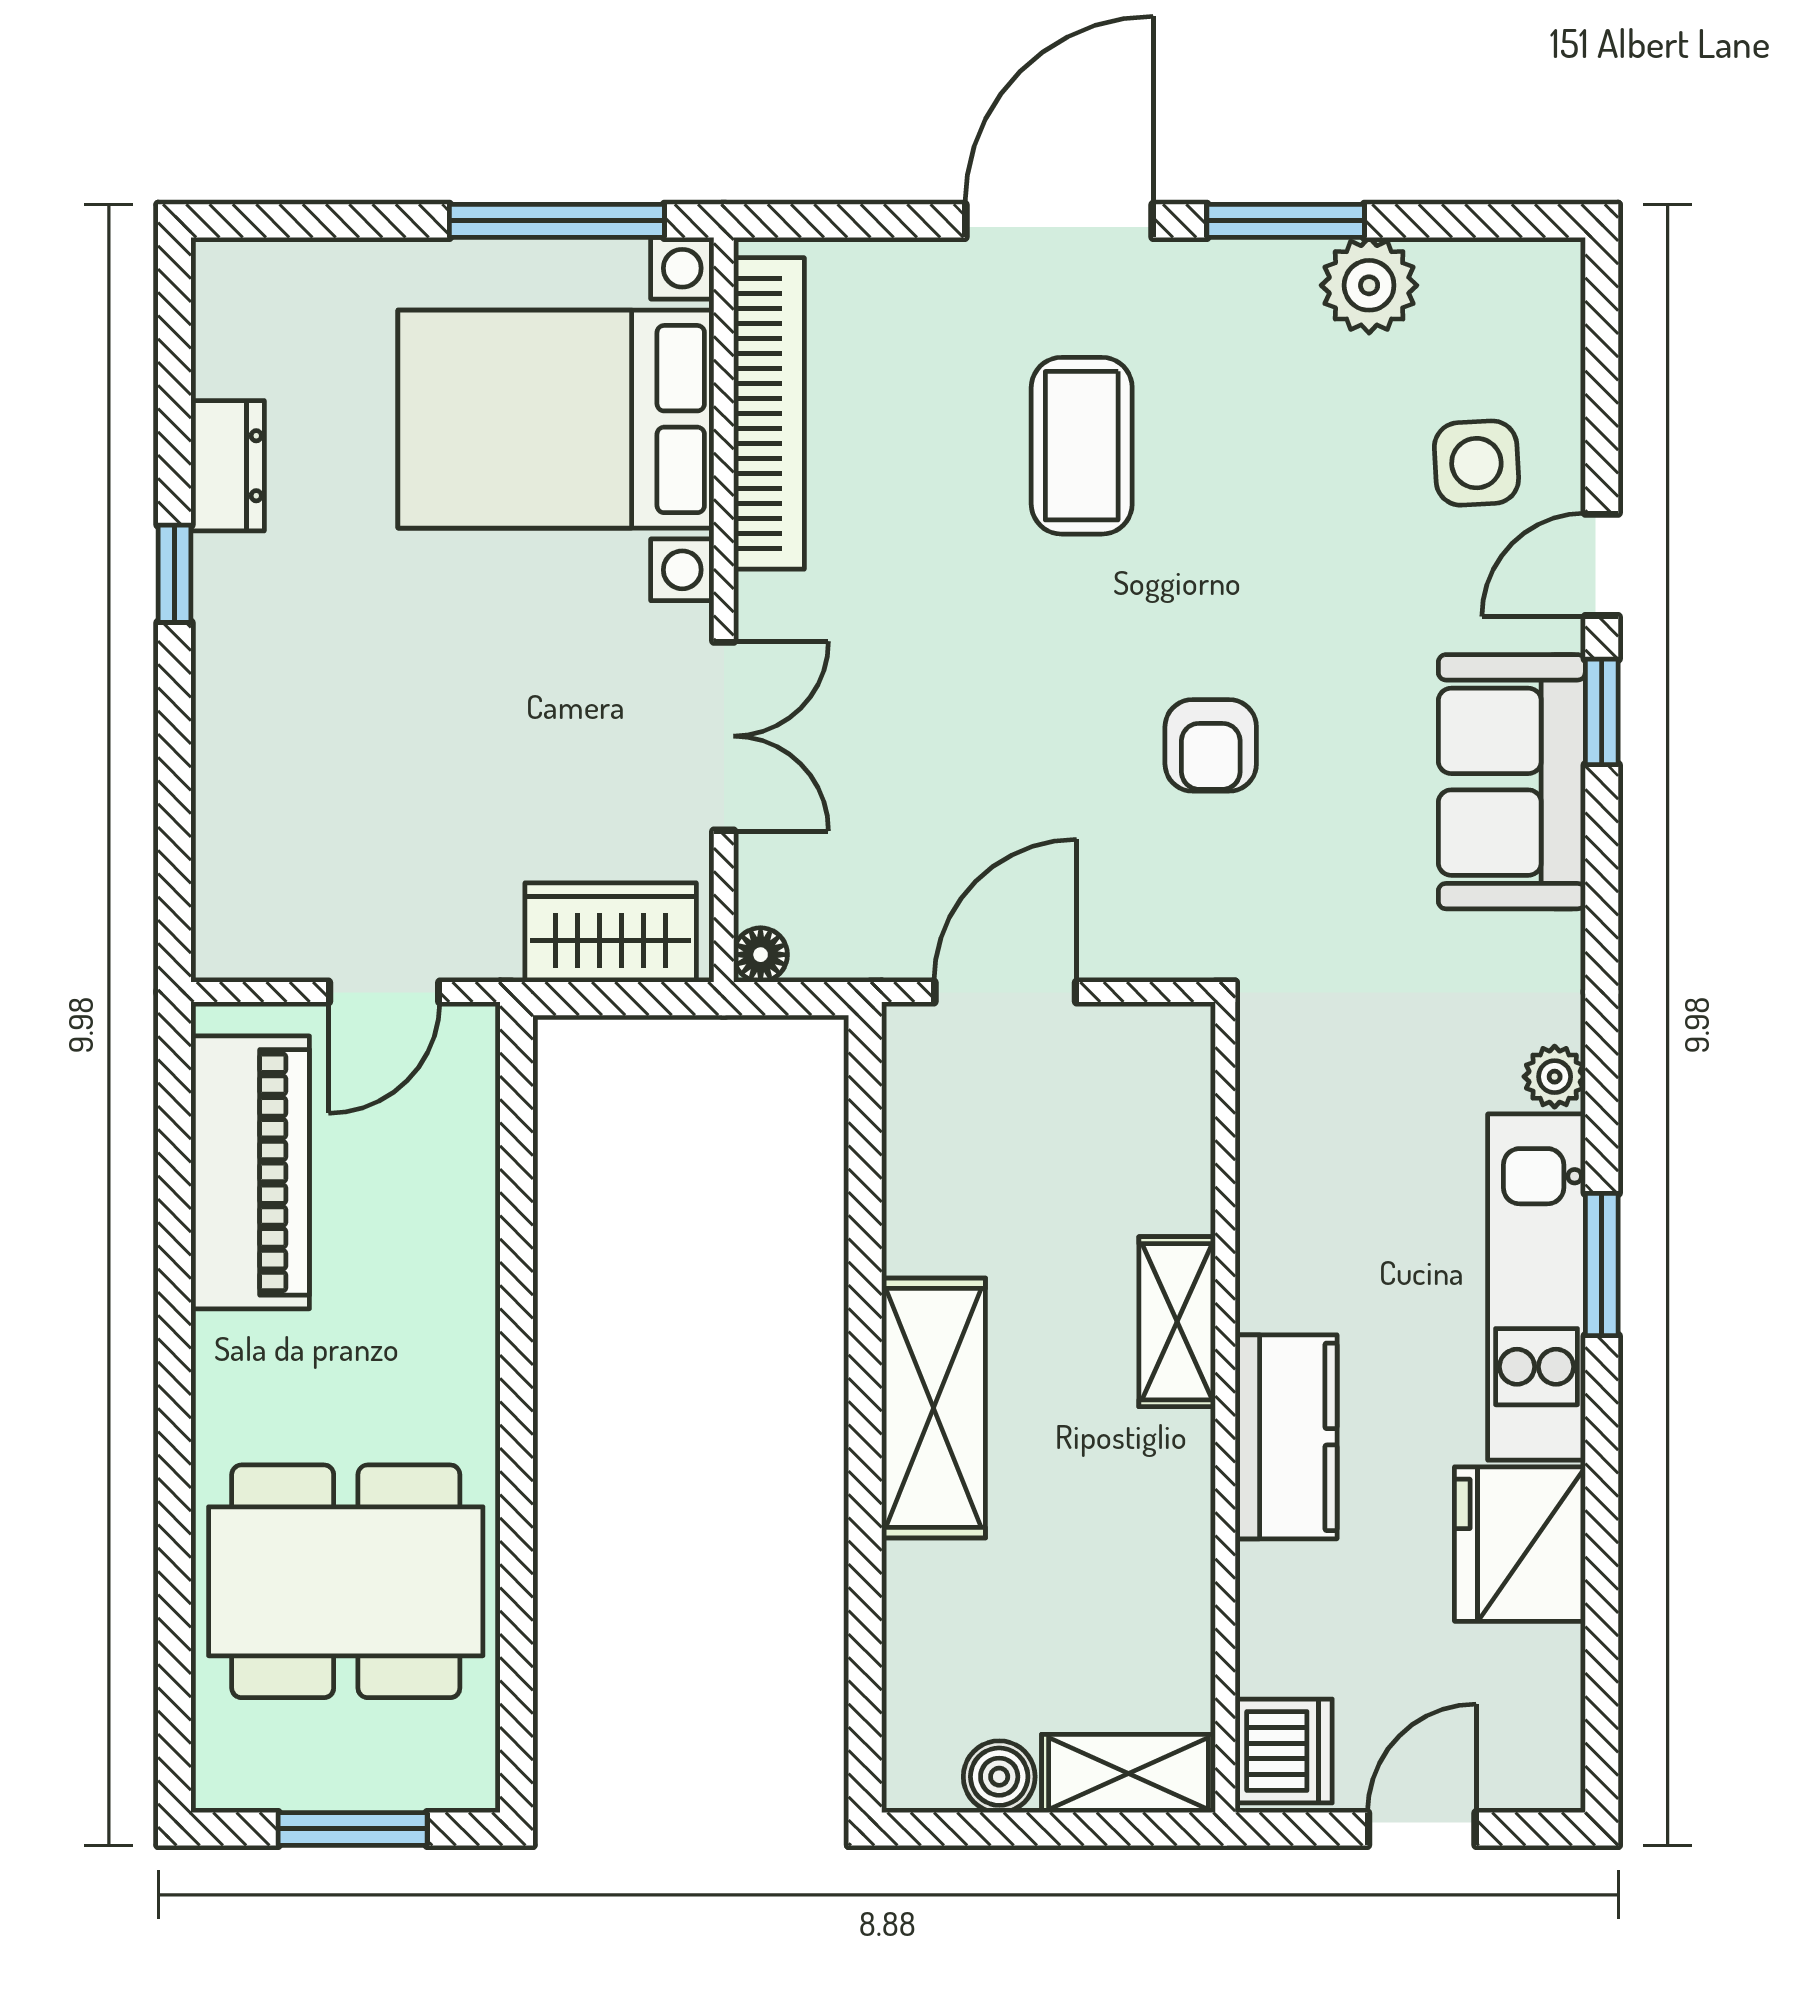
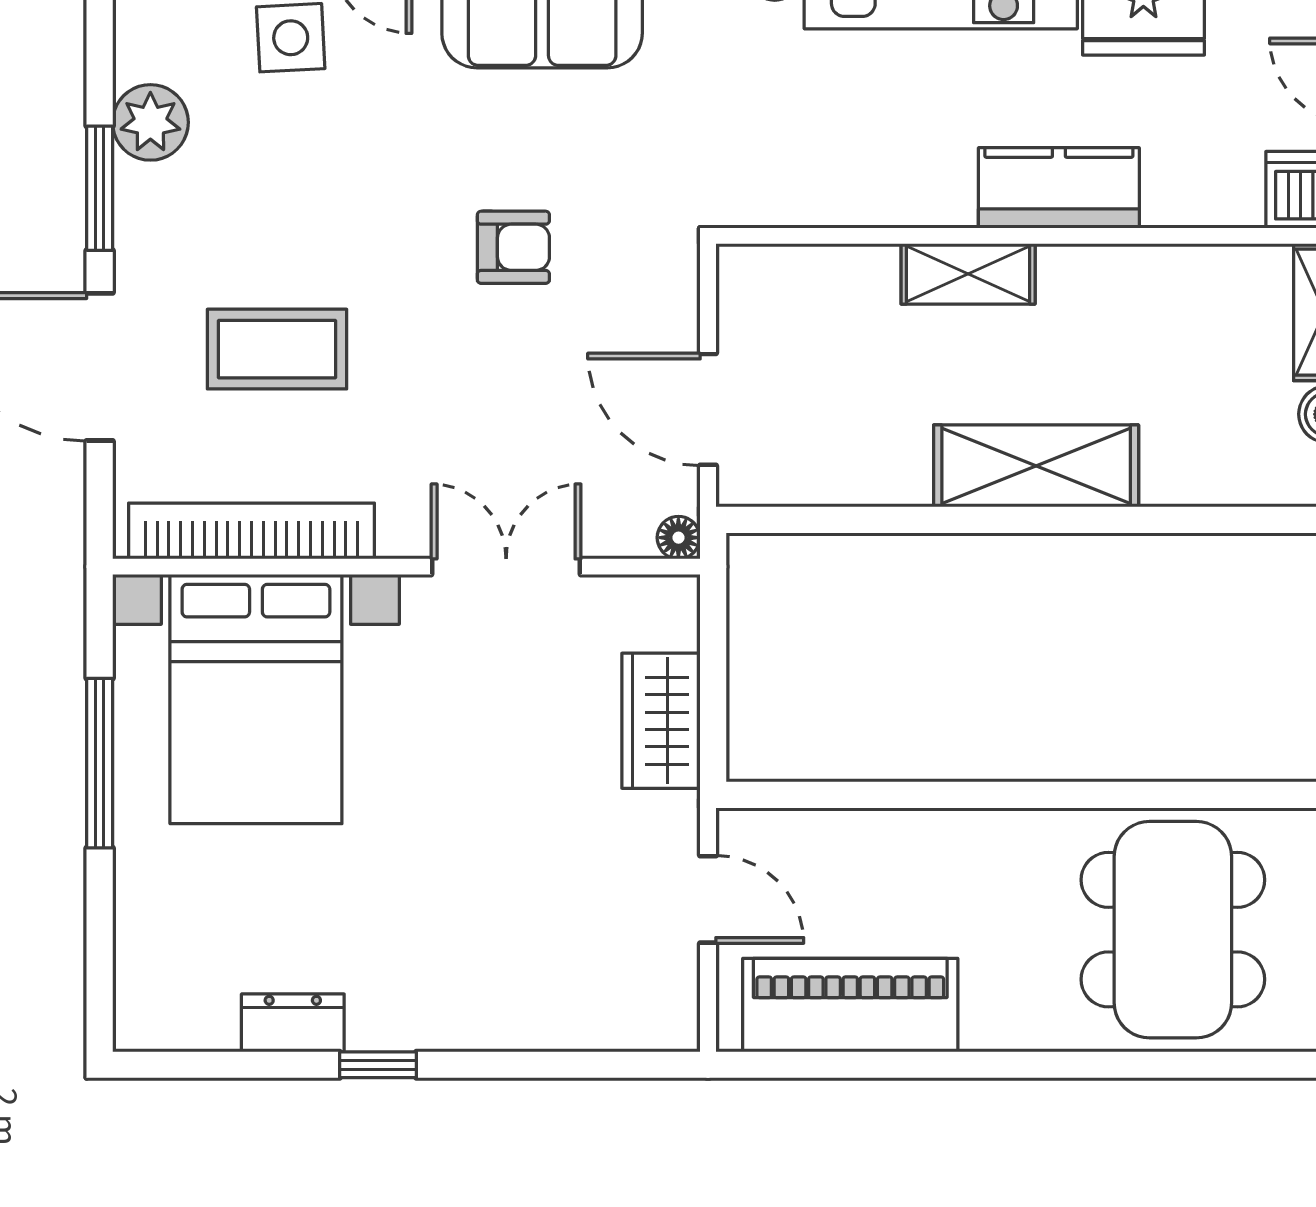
bookcase: (769, 413) -> (252, 531), moved
bed with nightstands: (556, 419) -> (256, 699), moved
wall: (724, 610) -> (406, 567), moved
double door: (724, 736) -> (506, 567), moved
floor lamp: (761, 955) -> (678, 538), moved

